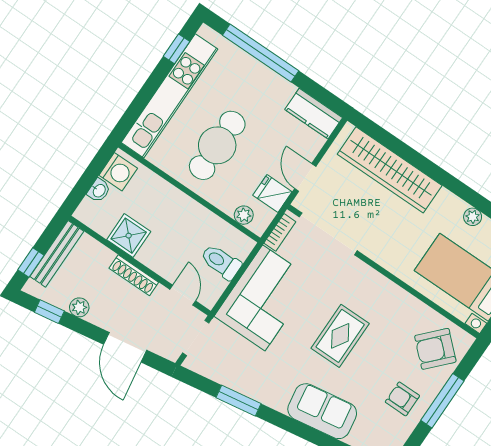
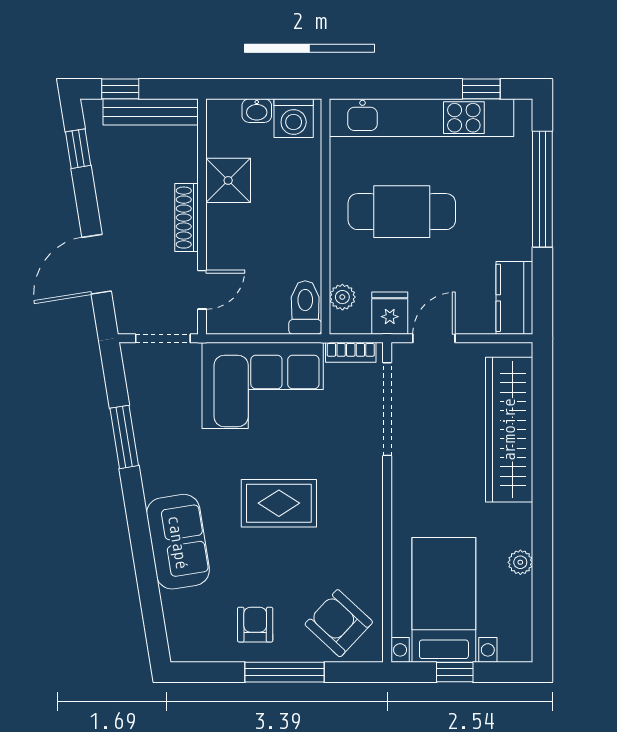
toilet: (221, 262) -> (305, 308), moved
plant: (79, 307) -> (107, 180), removed

